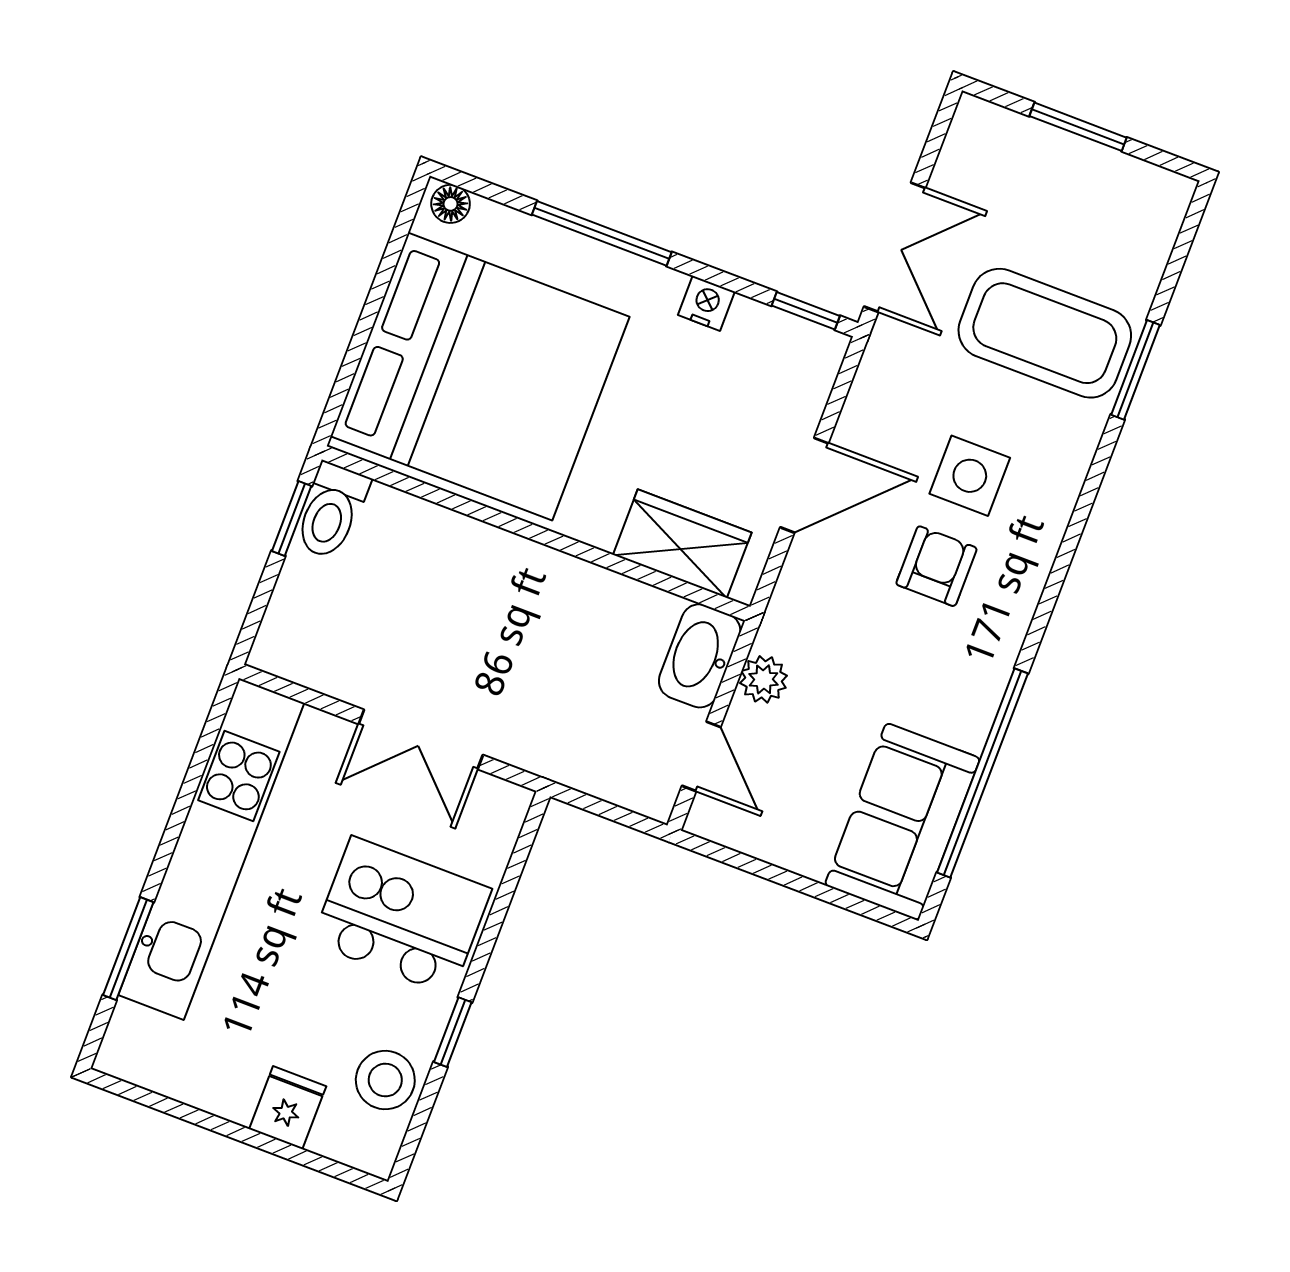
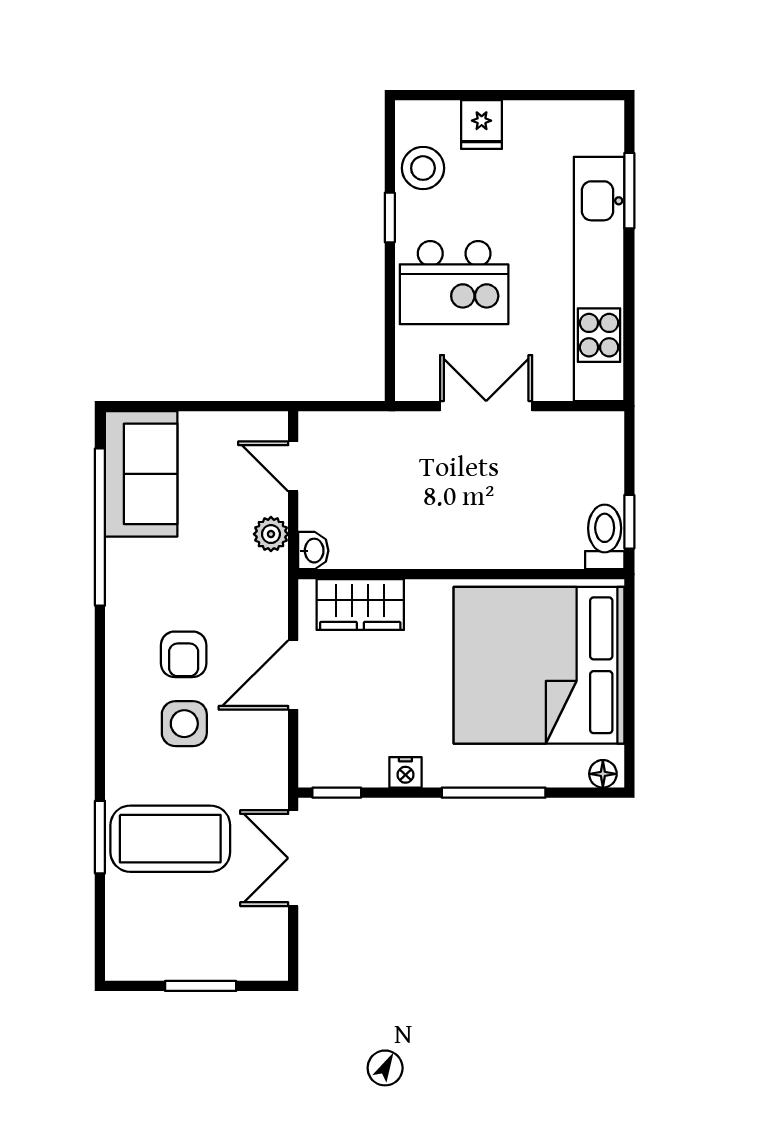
washbasin: (700, 656) -> (313, 551), width x0.52, depth x0.69

